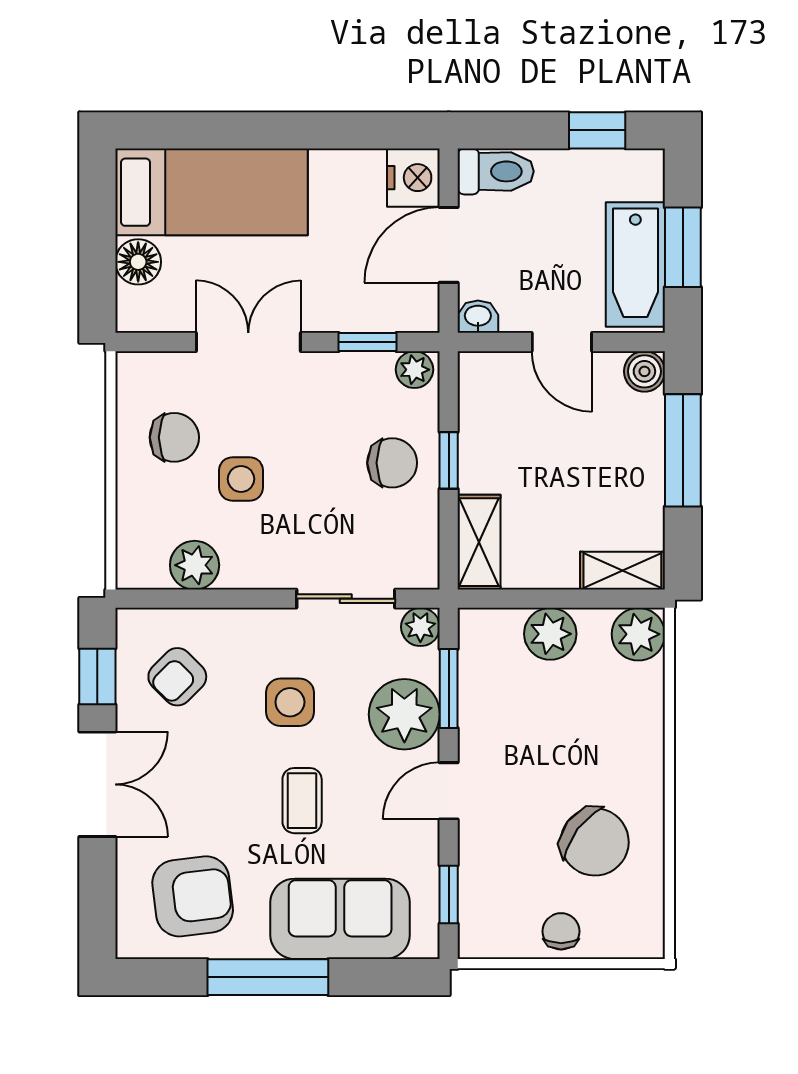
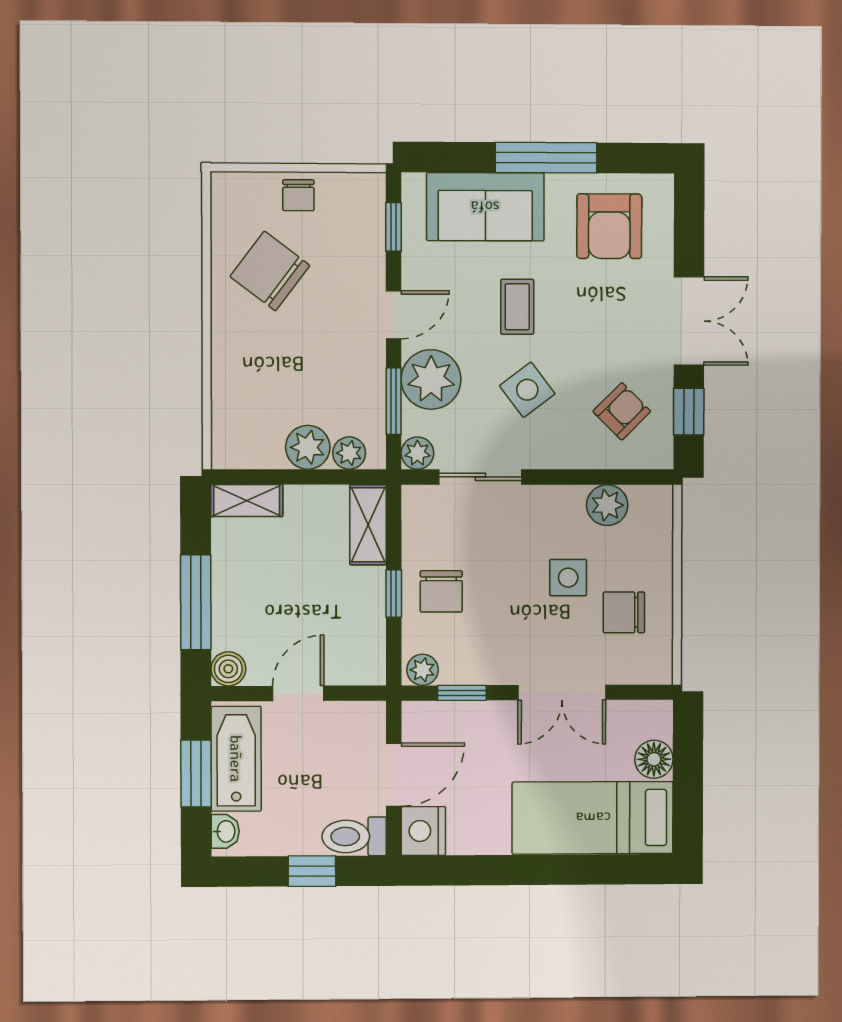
window: (597, 130) -> (312, 871), moved
washbasin: (478, 317) -> (225, 831), moved, turned -90
door: (562, 342) -> (298, 693), hinge flipped
chair: (392, 463) -> (441, 591), turned -90
plant: (638, 634) -> (349, 453), moved, width x0.73, depth x0.73
side table: (290, 702) -> (527, 390), turned -37
double door: (97, 784) -> (689, 321), swing flipped
armchair: (193, 896) -> (609, 226), turned -83

